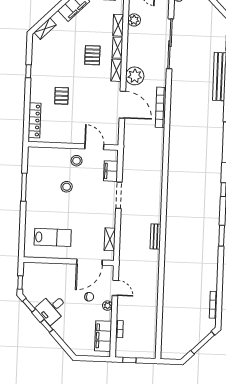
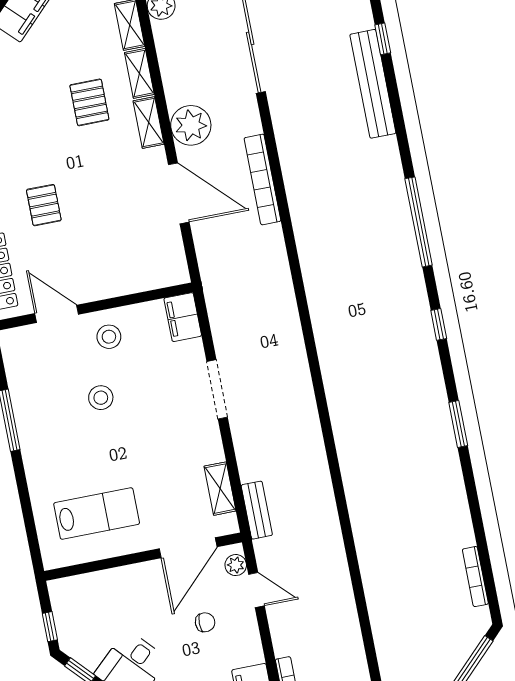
door: (94, 147) -> (57, 314), moved
filing cabinet: (111, 171) -> (183, 317), moved
bench: (156, 237) -> (257, 510), moved
plant: (107, 306) -> (236, 565), moved

